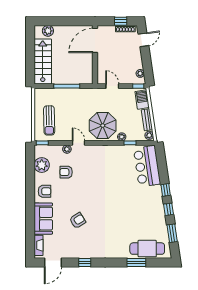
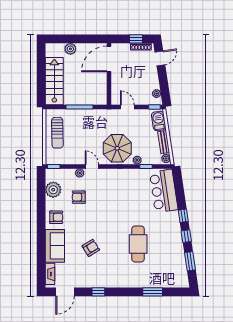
plant: (48, 31) -> (70, 49), moved
sun lounger: (49, 120) -> (57, 133), moved
cafe table: (147, 249) -> (138, 244), moved, turned 90

